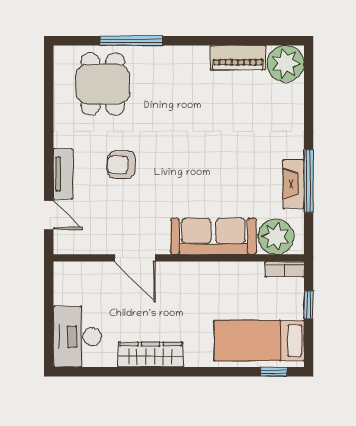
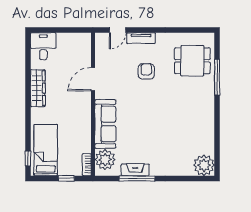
piano: (238, 58) -> (207, 138), removed
desk: (77, 337) -> (43, 46), width x0.73

